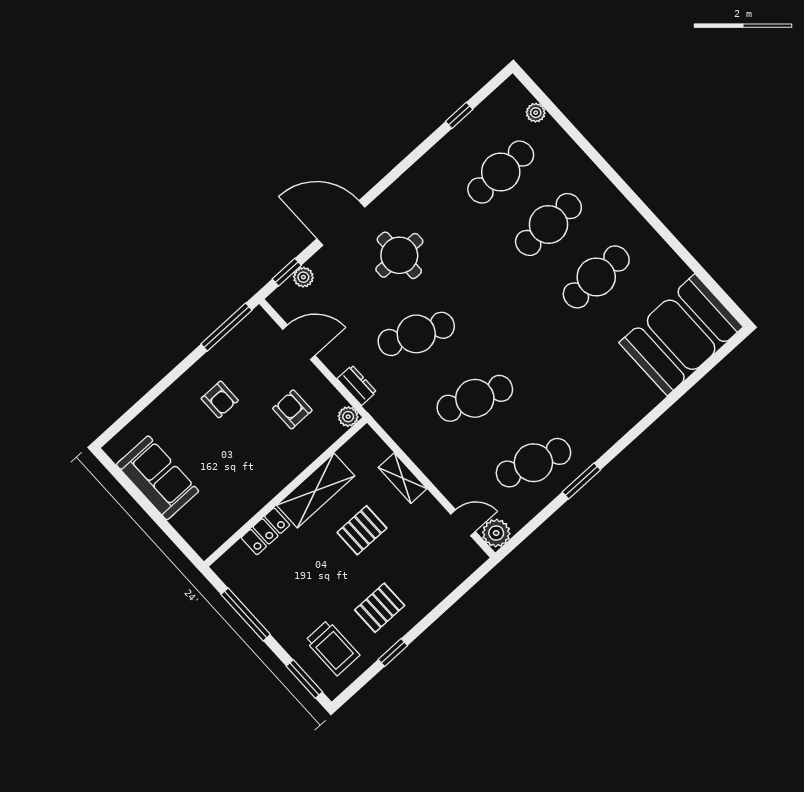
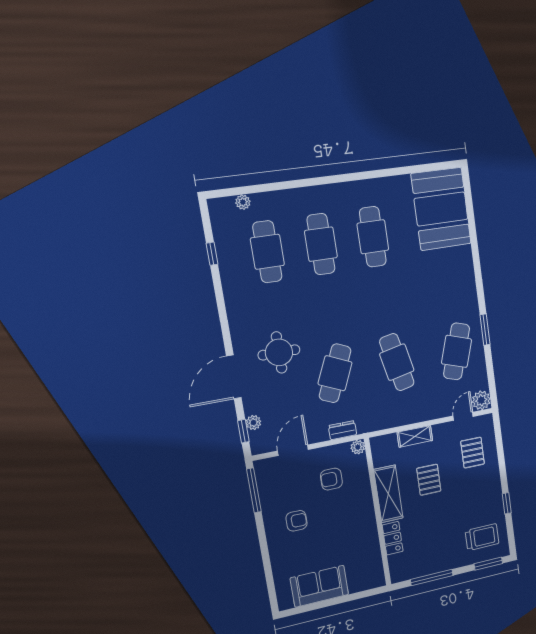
cafe table: (475, 398) -> (397, 362), turned -33
pallet: (380, 608) -> (473, 453), moved

